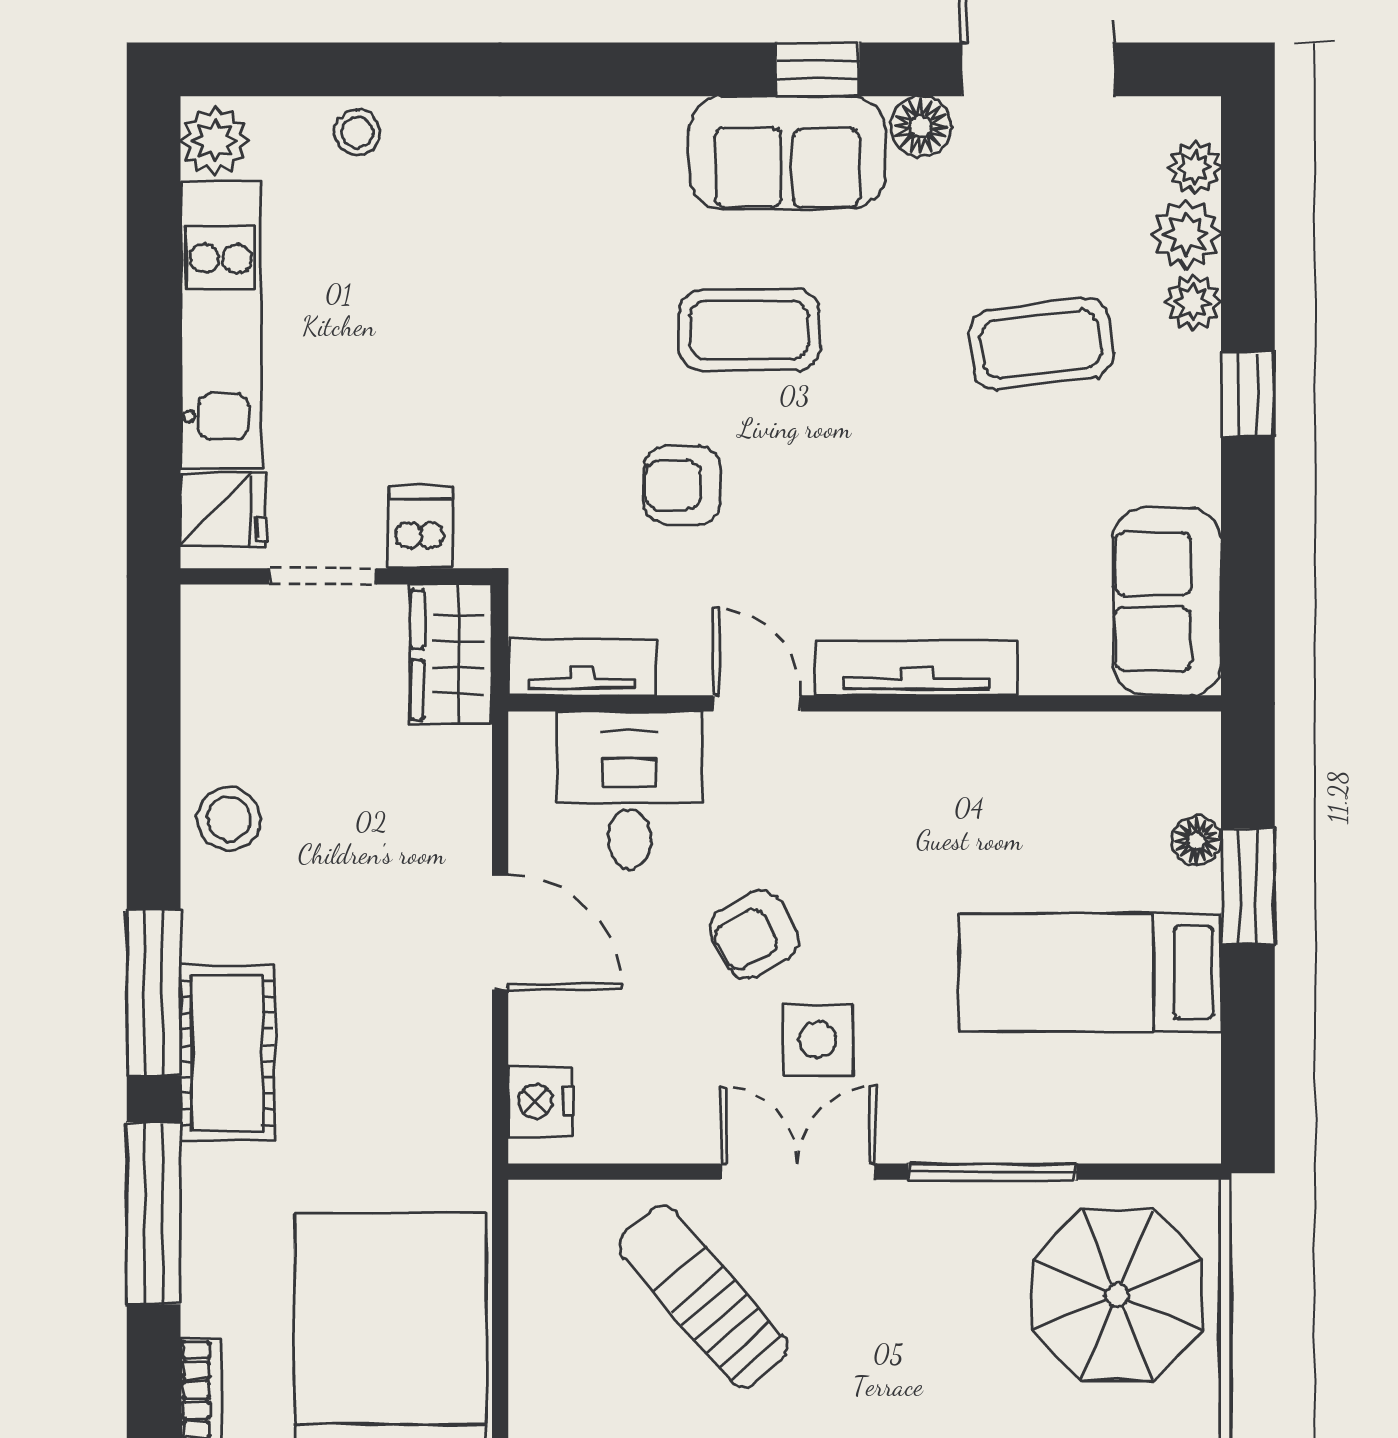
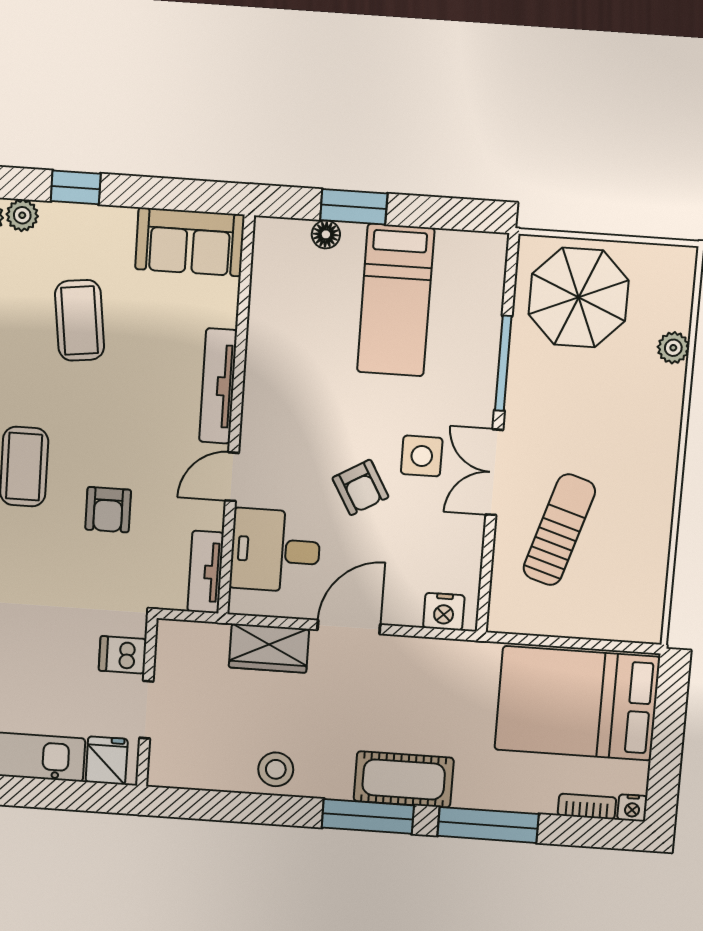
coffee table: (1041, 344) -> (80, 320), moved
wardrobe: (451, 655) -> (269, 648), moved
sun lounger: (703, 1296) -> (559, 530), turned 148

